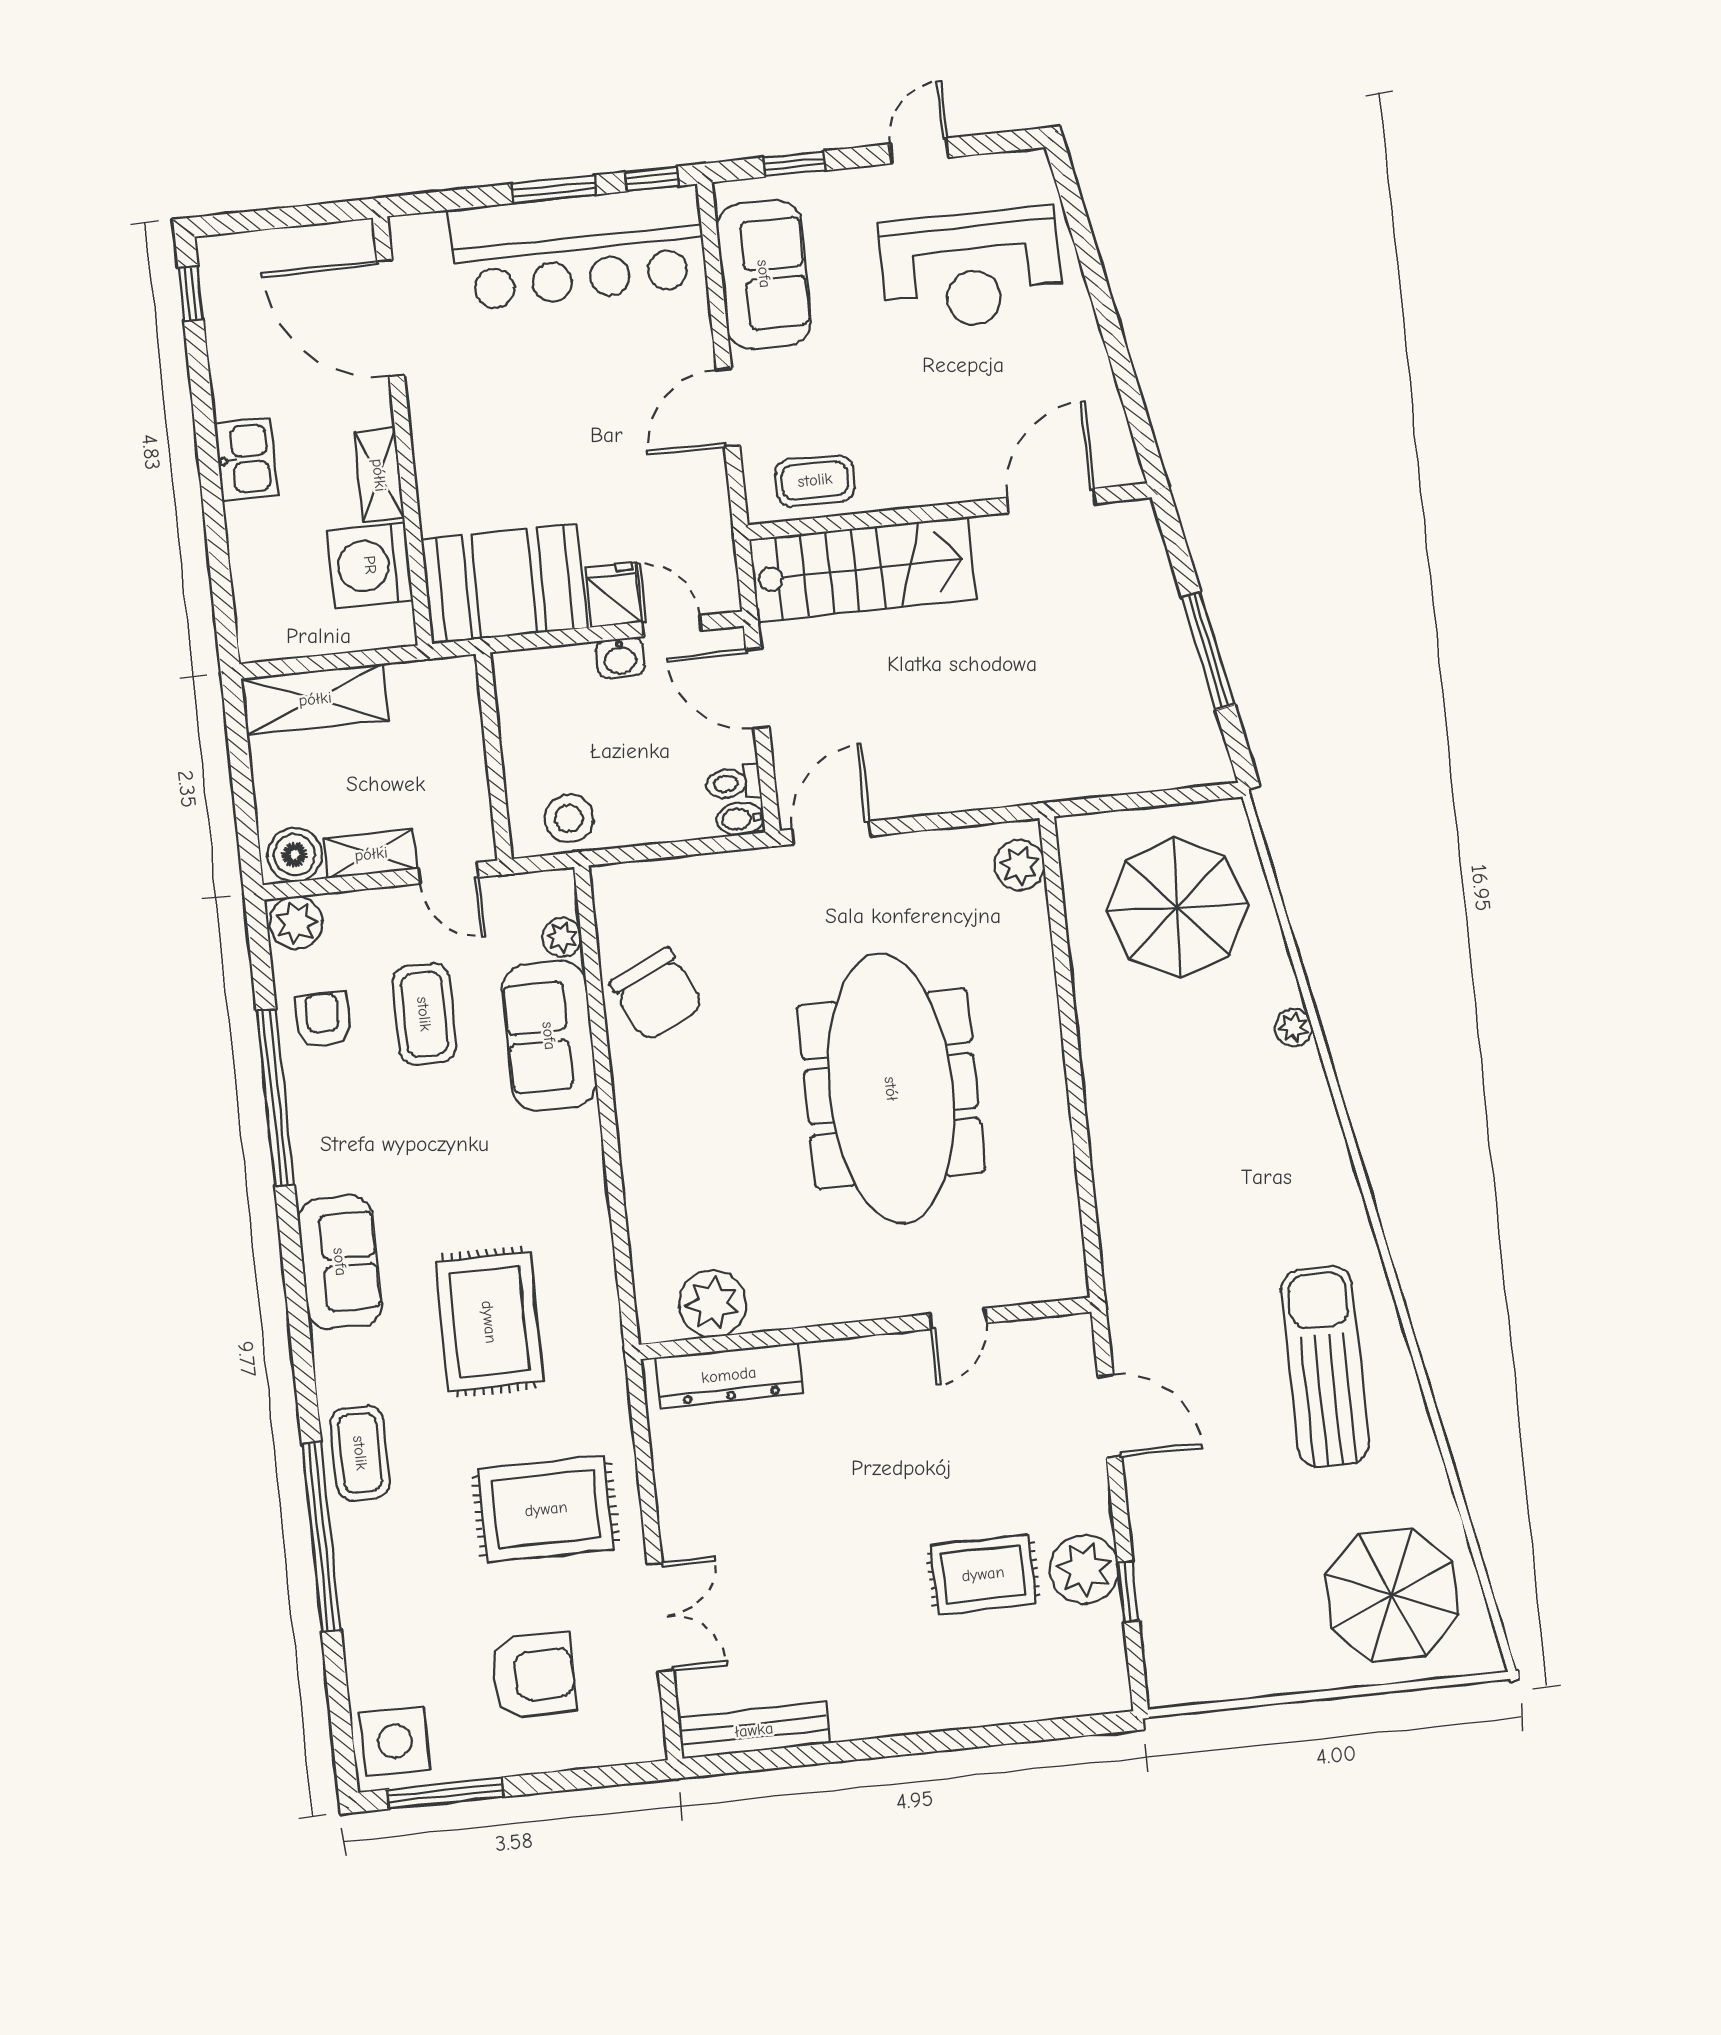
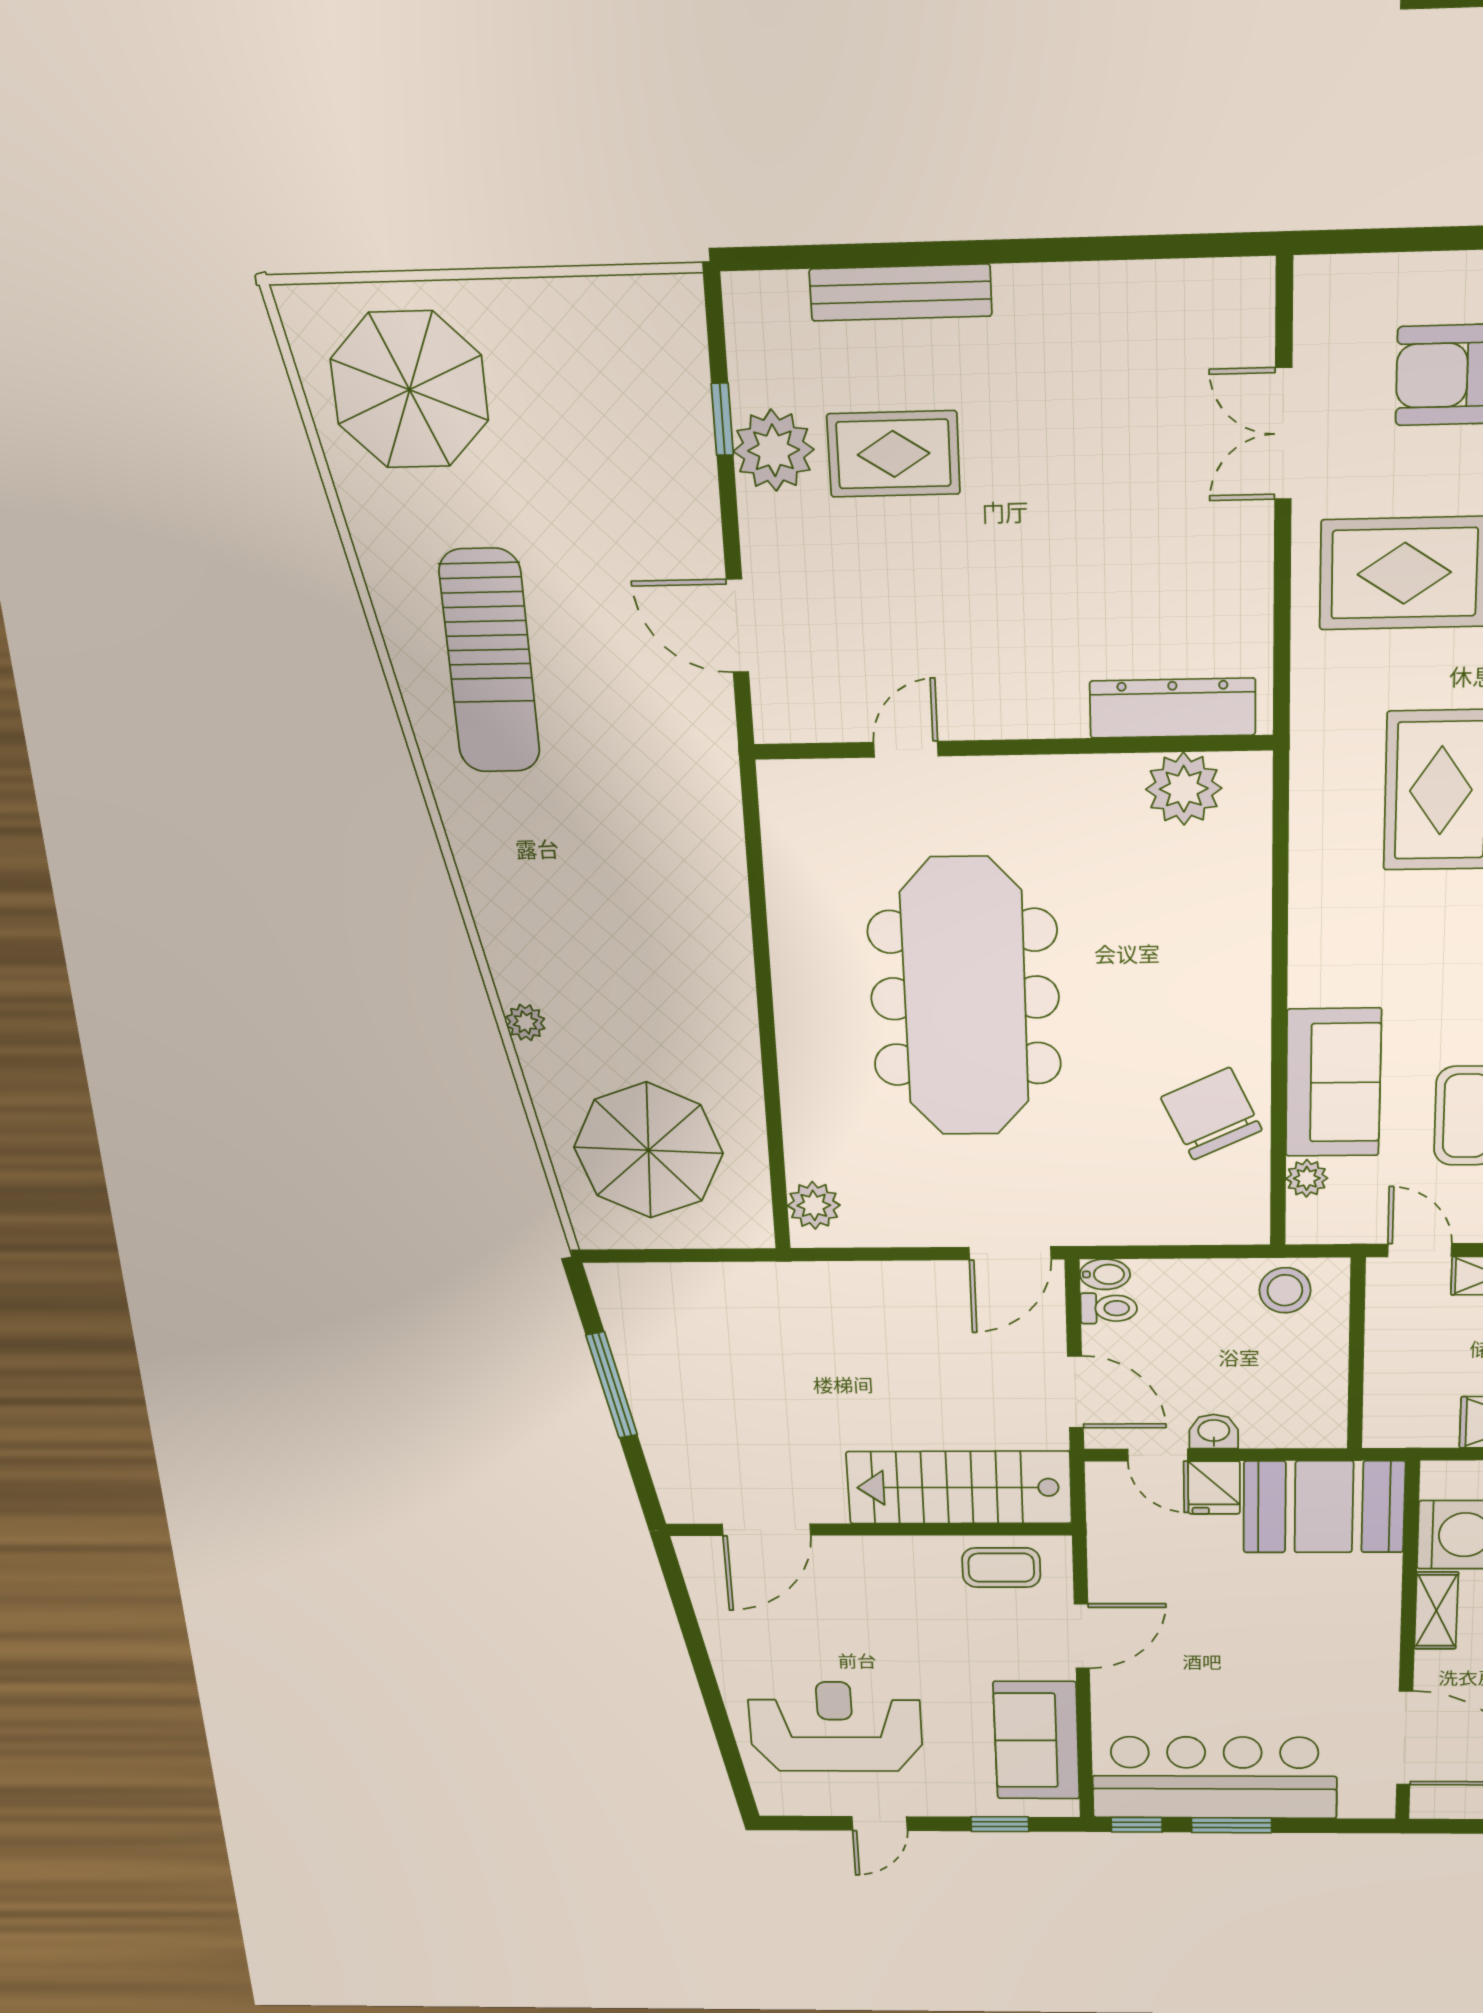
bench: (754, 1730) -> (901, 293), moved

